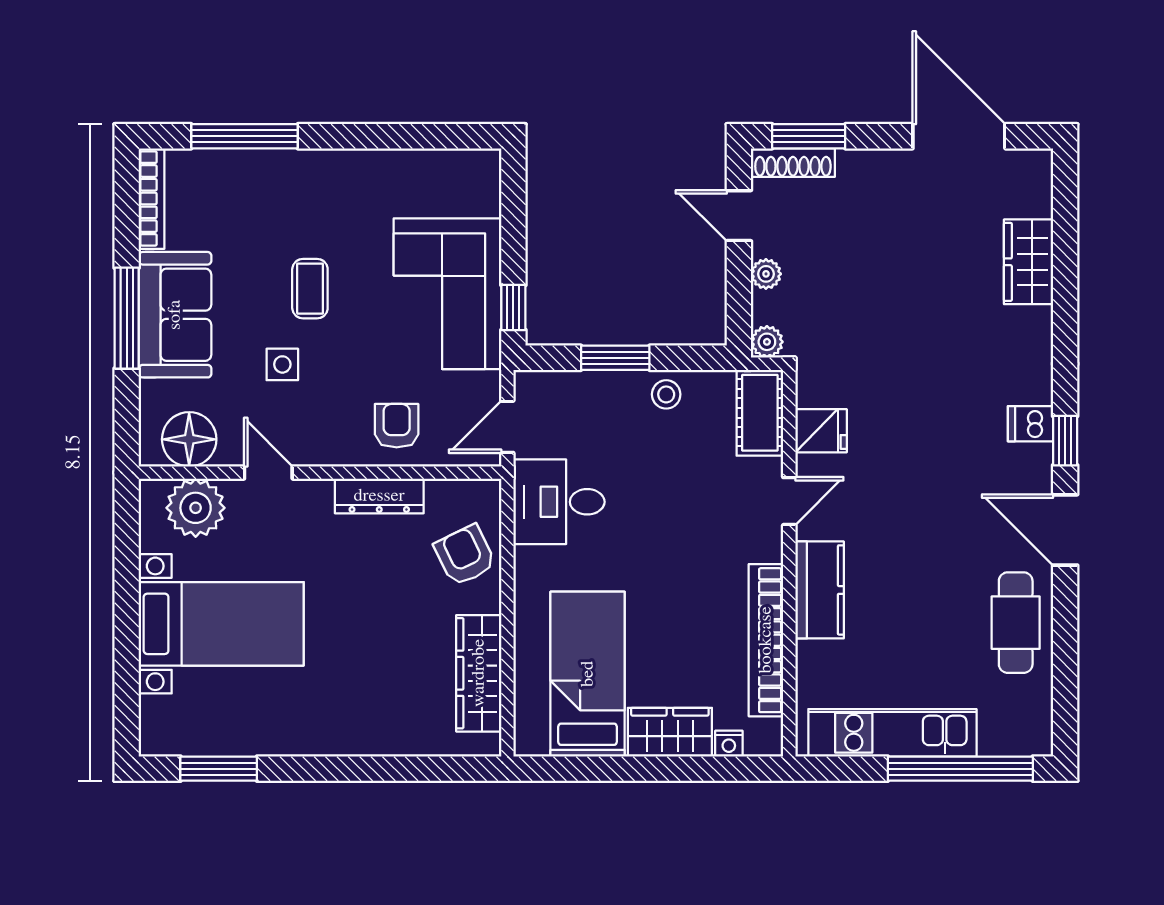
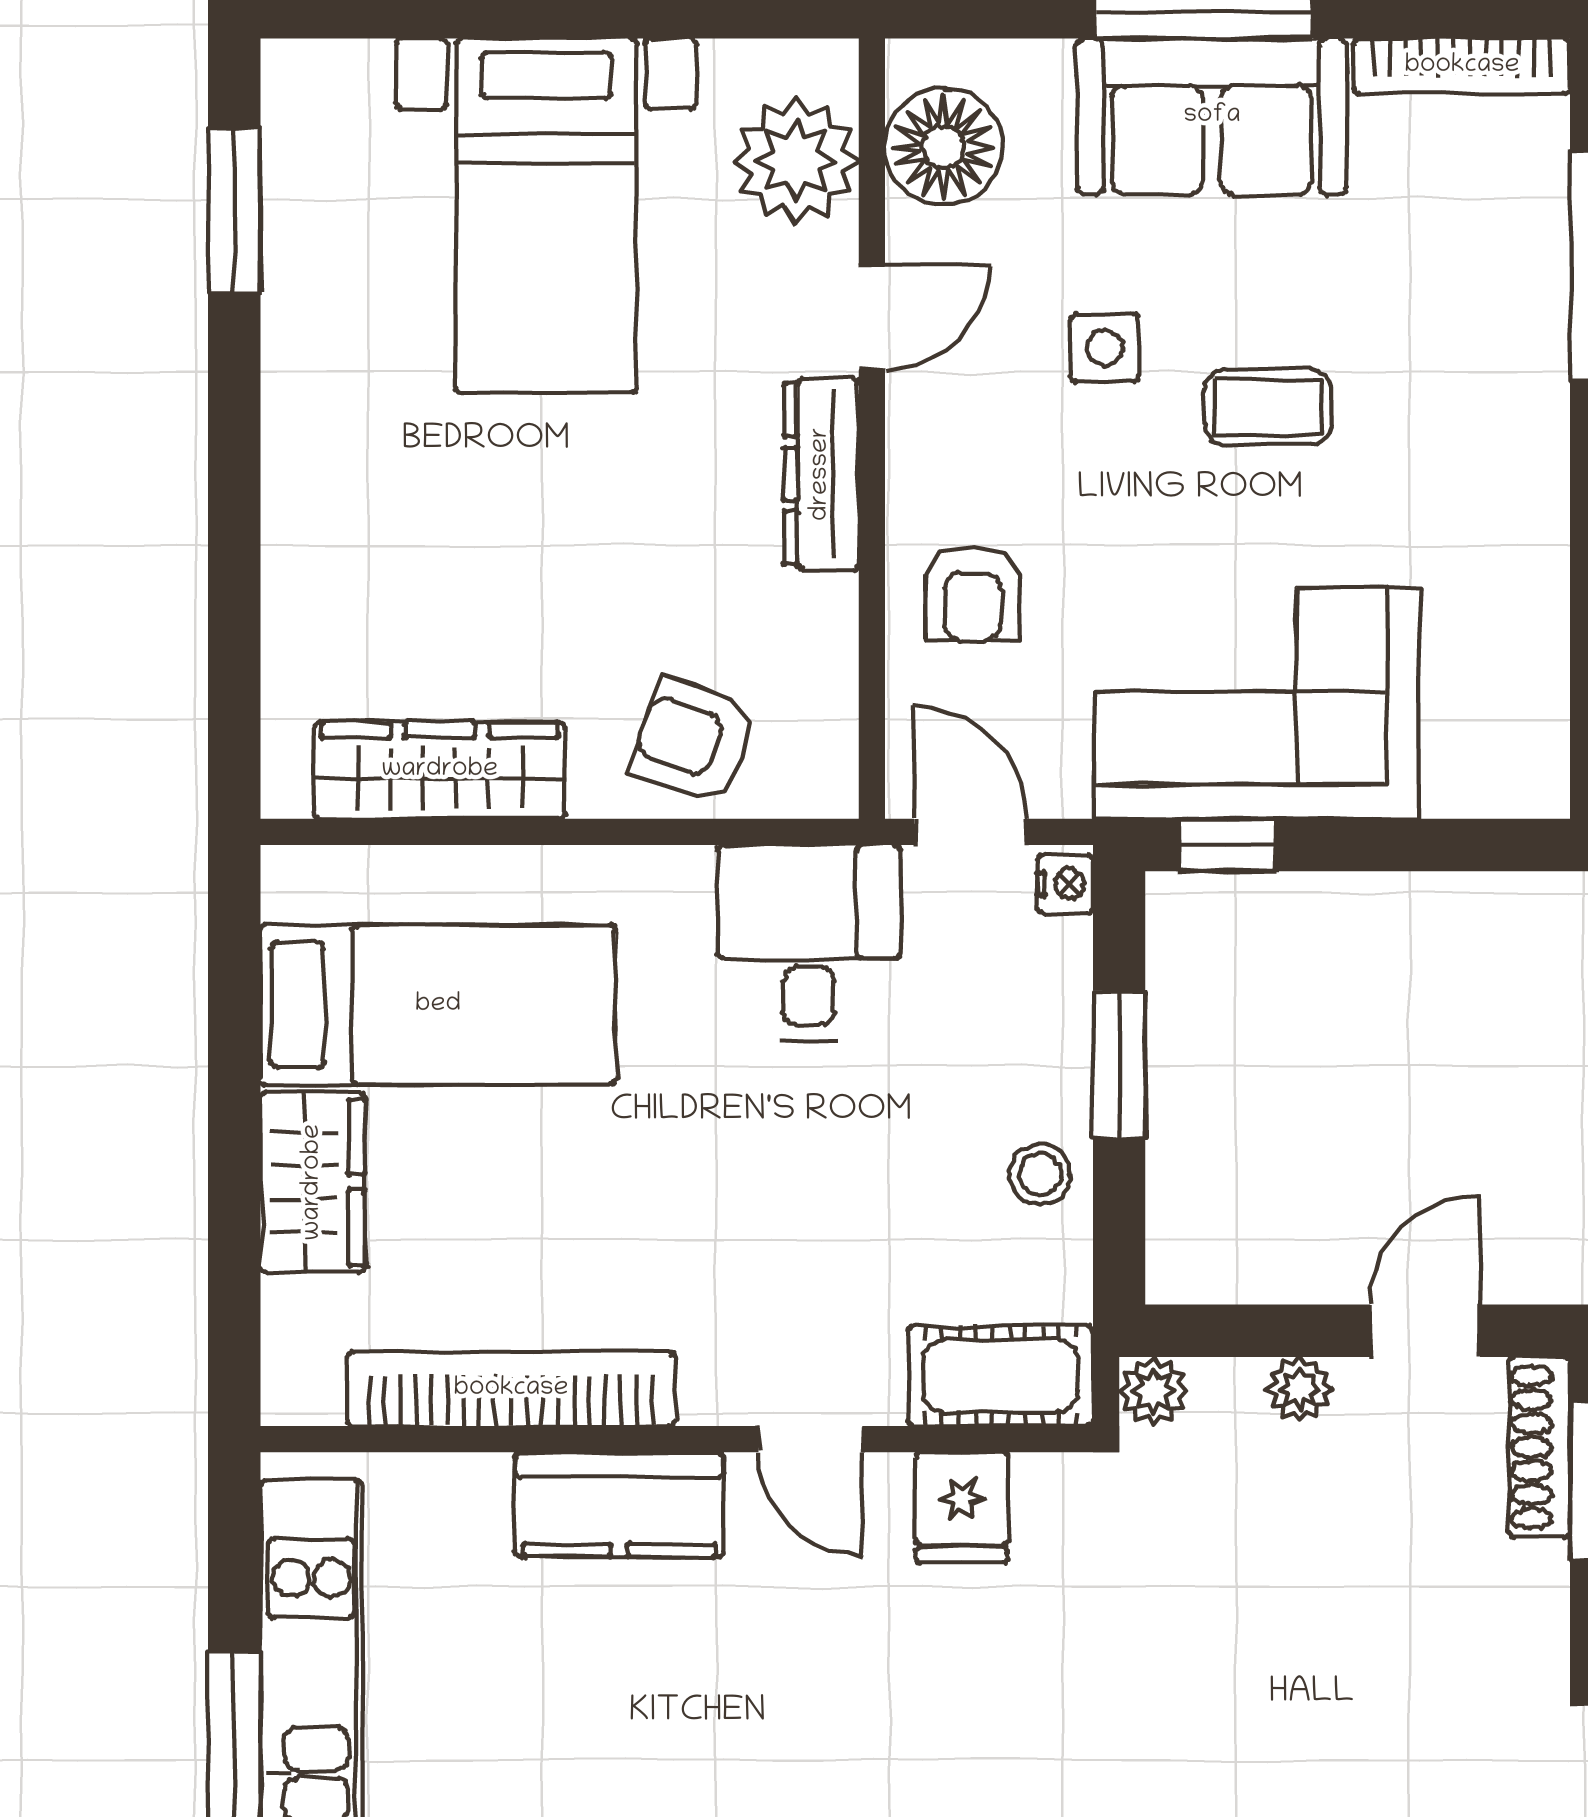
armchair: (397, 426) -> (973, 594), turned 90
dresser: (379, 496) -> (821, 474), moved
armchair: (465, 555) -> (694, 741), turned -134
nightstand: (729, 744) -> (1065, 884), moved, turned 180

